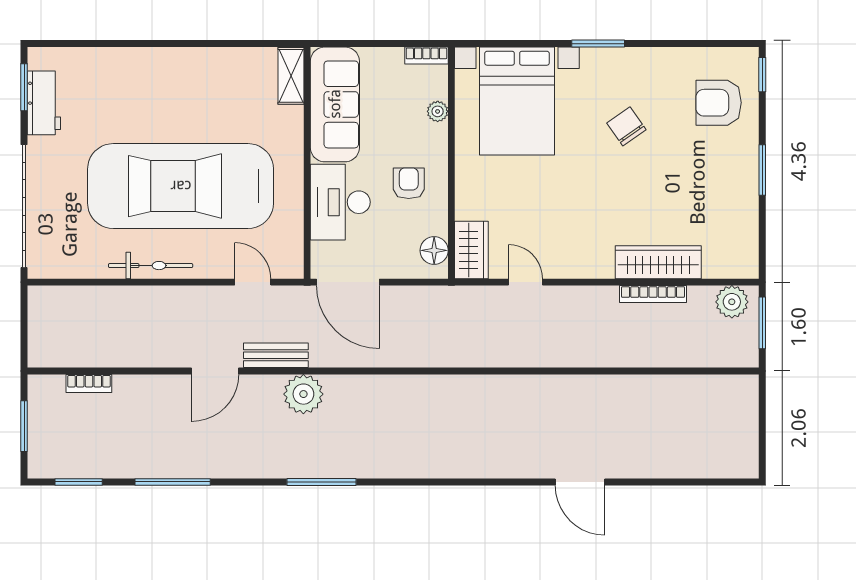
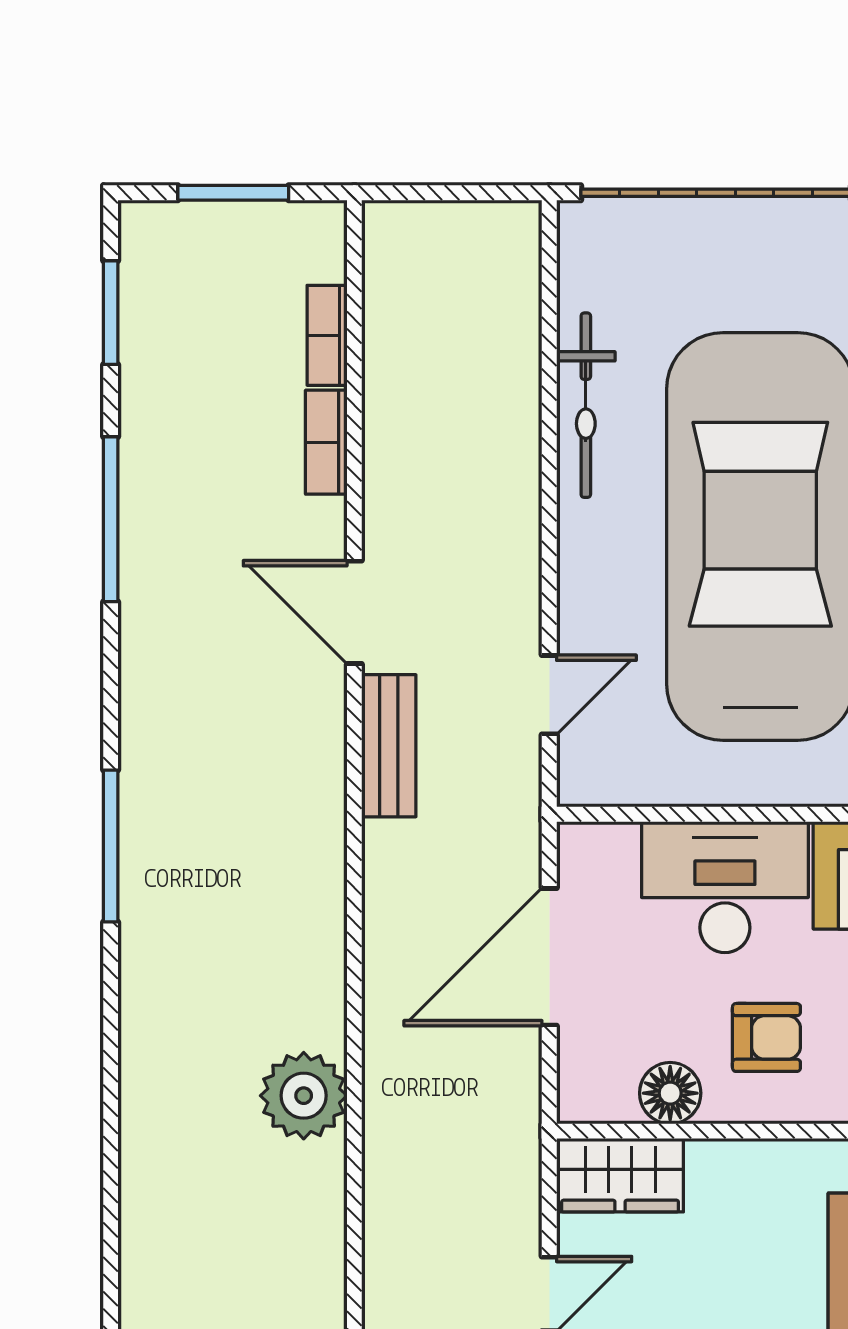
floor lamp: (434, 250) -> (670, 1093), moved
bicycle: (151, 266) -> (586, 405), moved
door: (348, 282) -> (549, 957), moved
bookcase: (138, 384) -> (326, 442), added
plant: (303, 394) -> (304, 1096), moved

